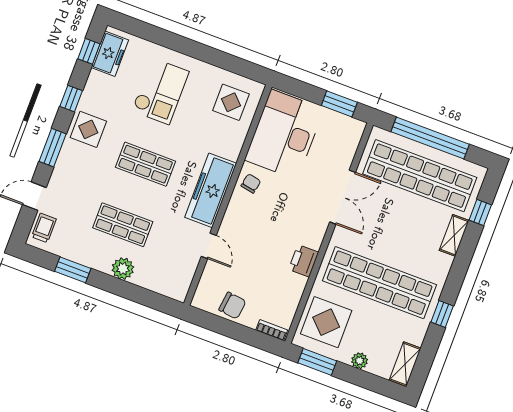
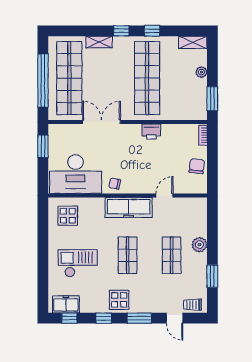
window: (480, 213) -> (121, 31), moved
display table: (326, 322) -> (185, 103), removed

